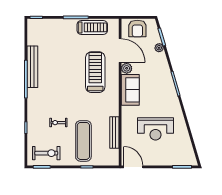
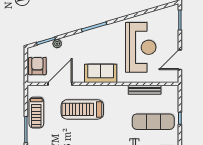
treadmill: (92, 27) -> (36, 113), turned 180
armchair: (137, 29) -> (37, 66), turned -90
plant: (127, 68) -> (78, 77), removed
reception desk: (156, 129) -> (141, 47), width x1.36, depth x1.30
door: (133, 167) -> (180, 60), moved

